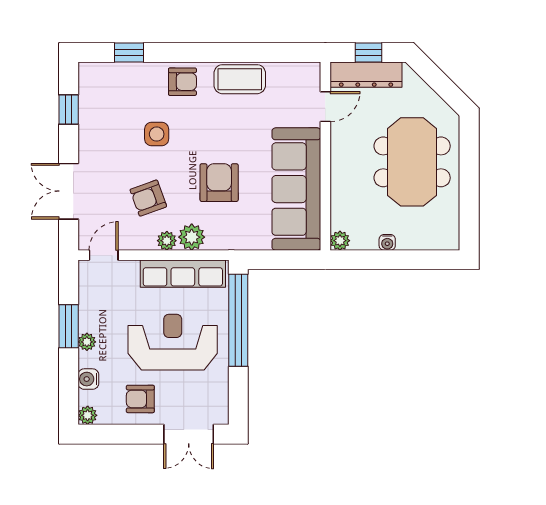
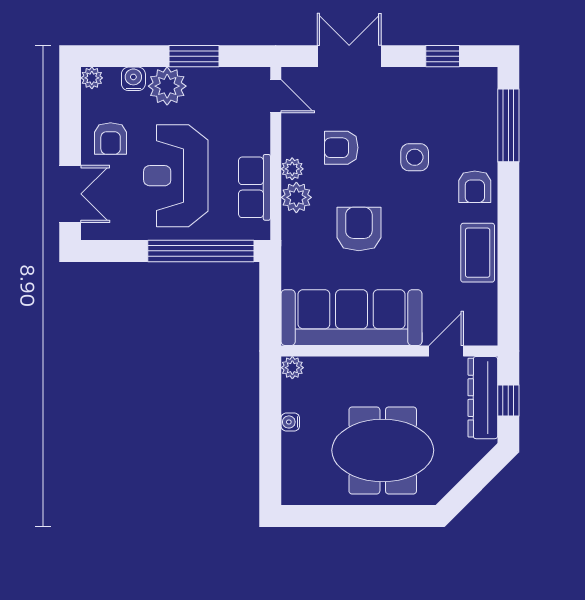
window: (129, 52) -> (508, 125), width x2.17
door: (325, 107) -> (446, 351), swing flipped
armchair: (219, 183) -> (359, 229), turned -90
armchair: (148, 198) -> (341, 148), turned -70
row of seats: (183, 274) -> (254, 187), width x0.68
plant: (87, 342) -> (167, 86), width x1.88, depth x1.88
reception desk: (173, 342) -> (176, 176), turned 180
armchair: (140, 399) -> (111, 139), turned 180
double door: (189, 434) -> (70, 194), swing flipped

